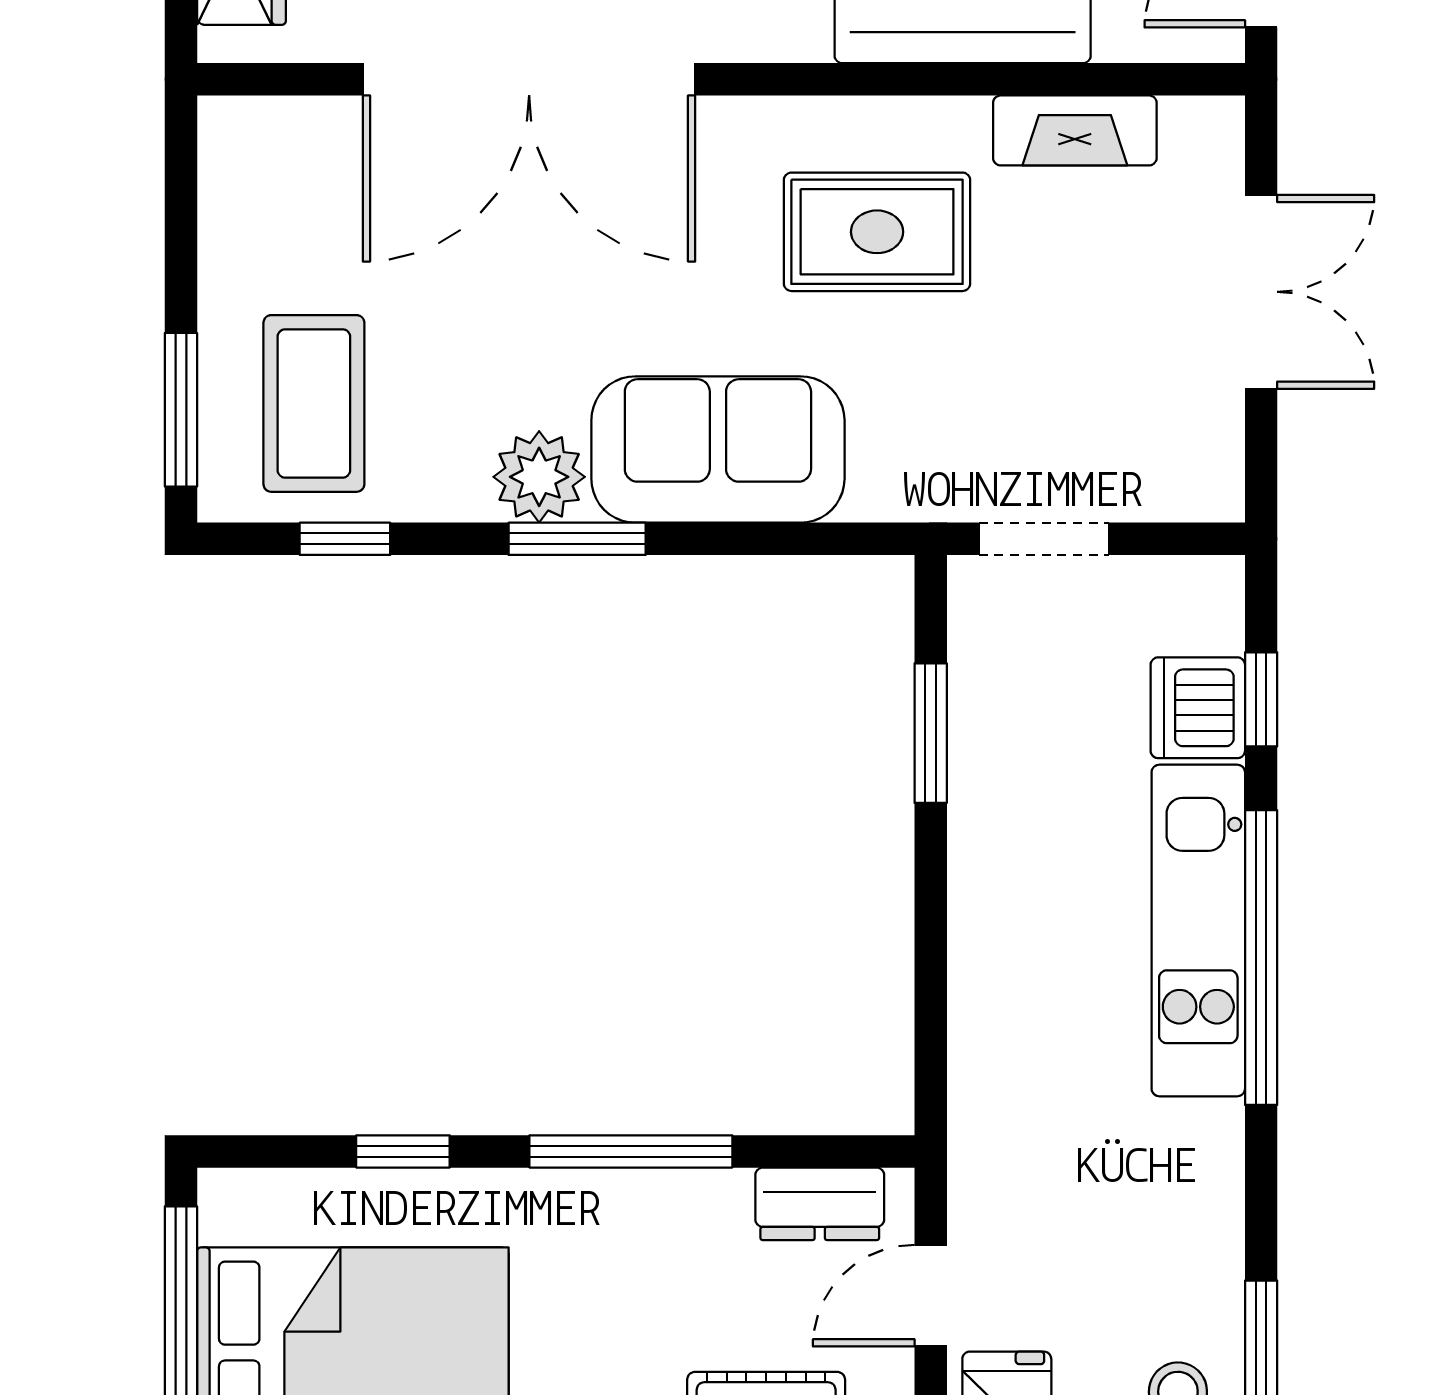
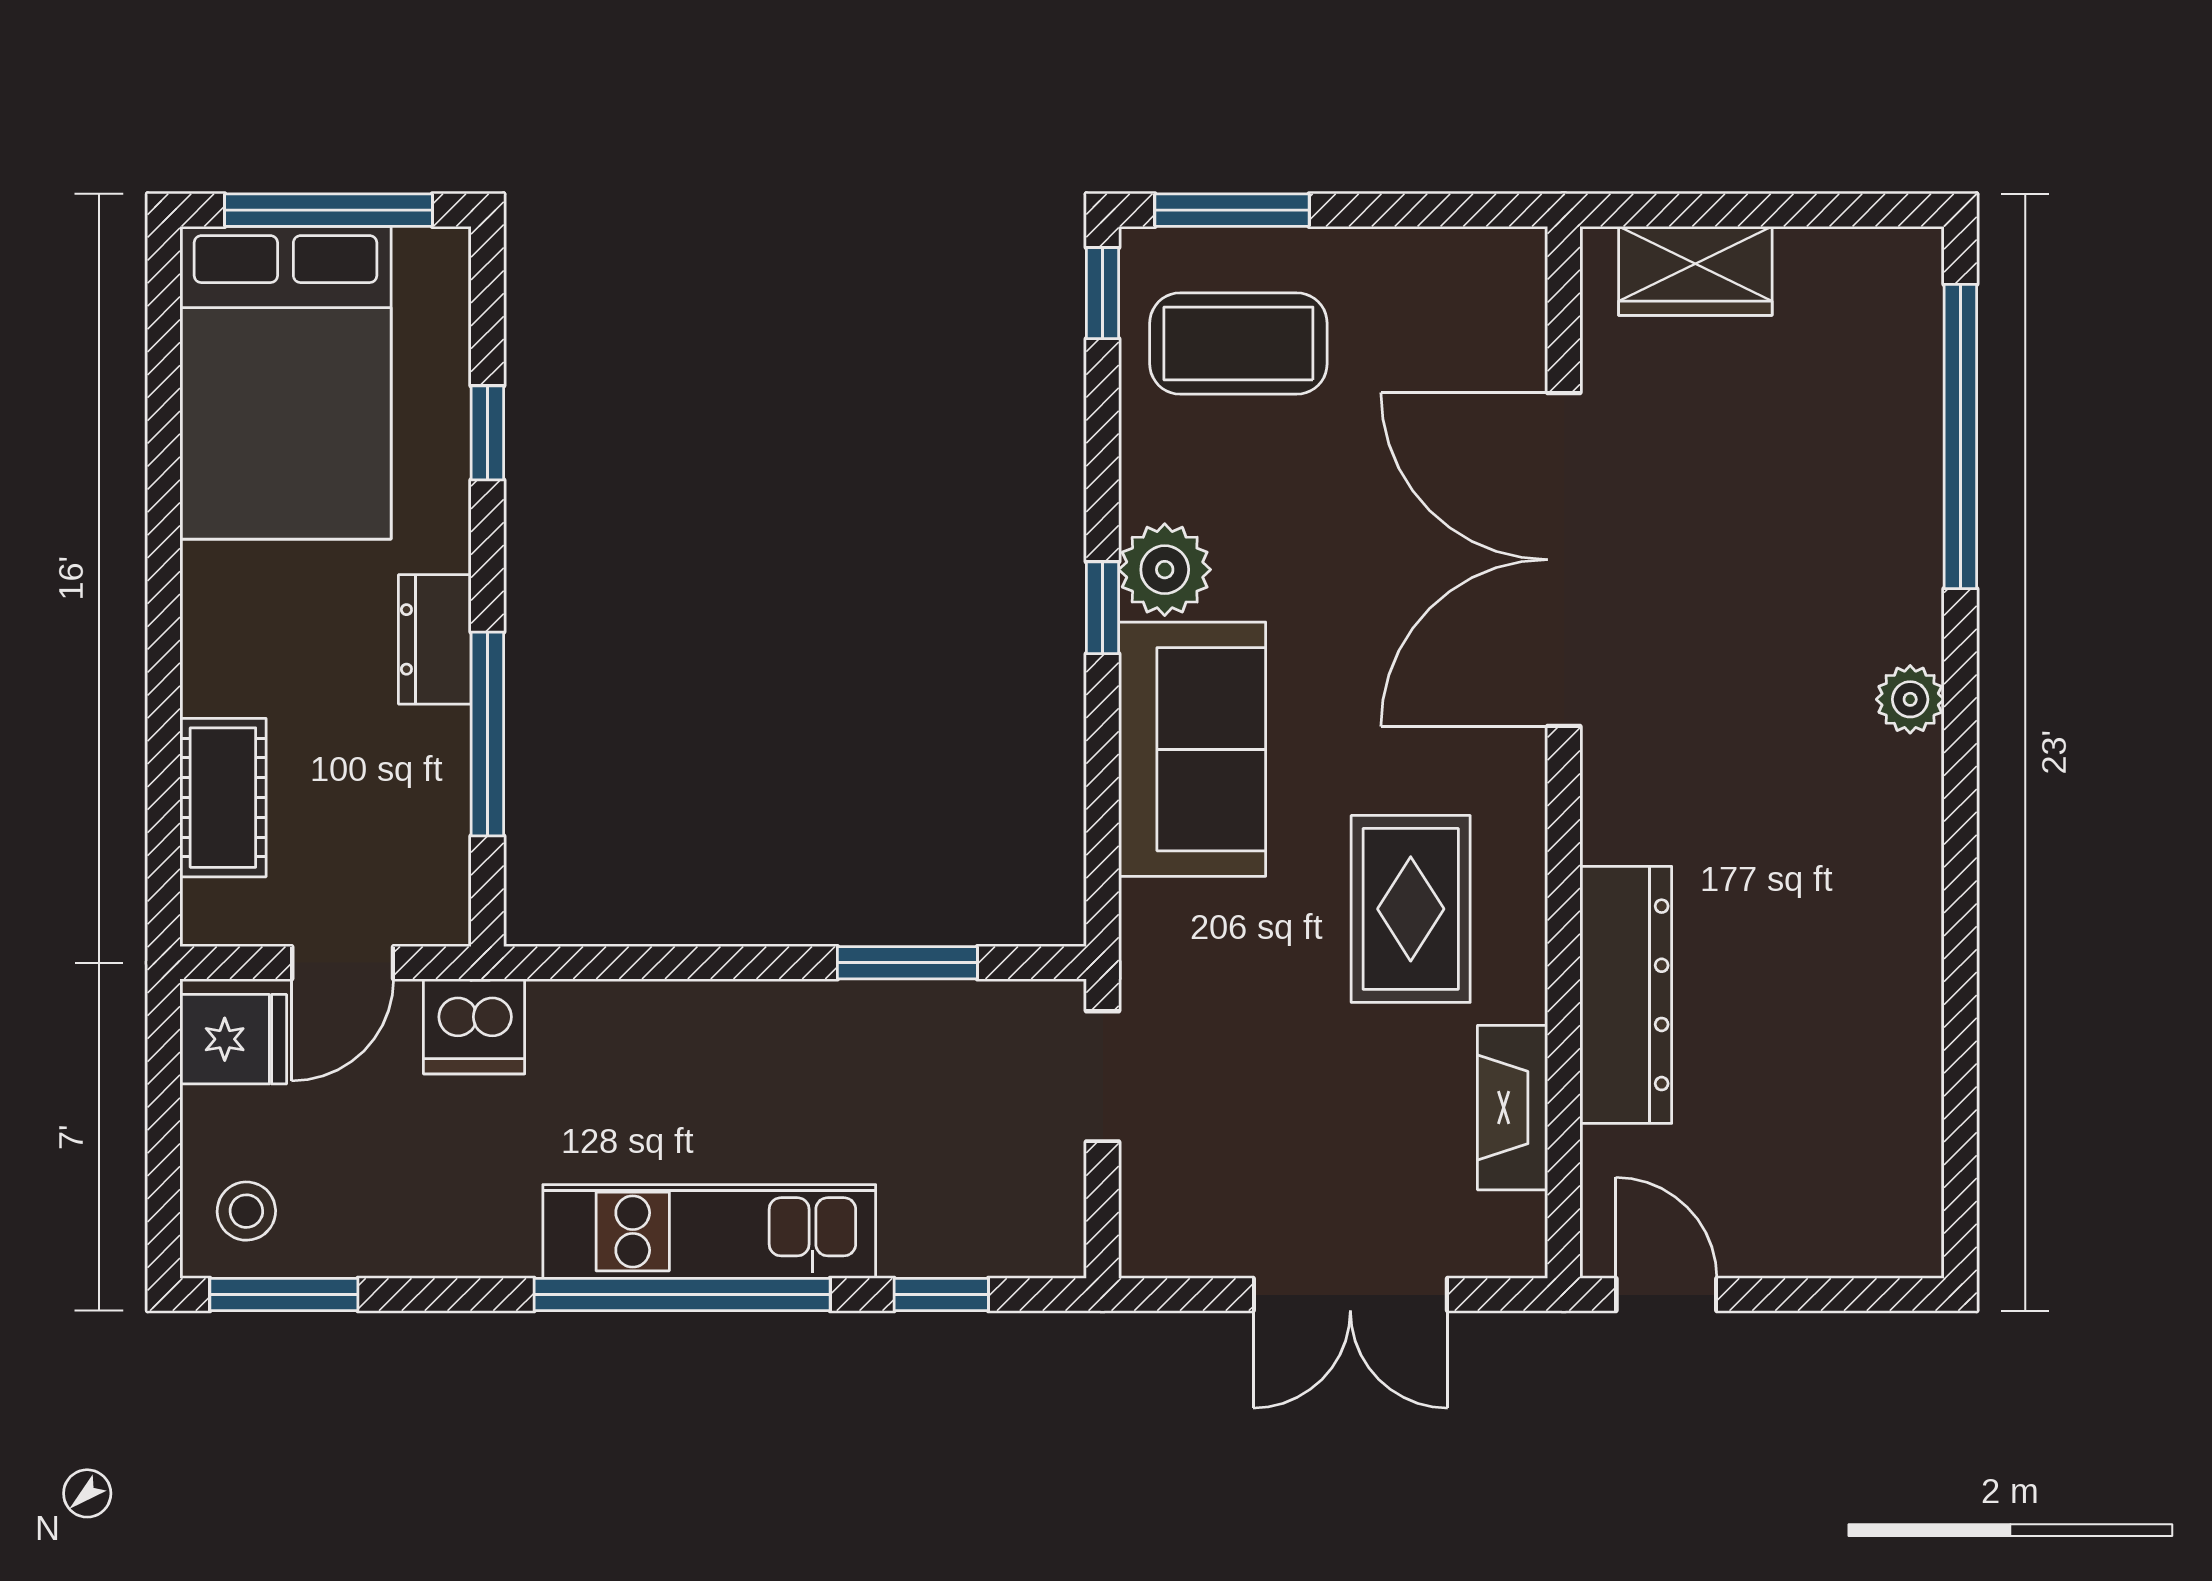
window: (345, 539) -> (1103, 293), moved
window: (577, 539) -> (1103, 608), width x0.67
dishwasher: (1198, 708) -> (474, 1026), moved, turned 180
window: (631, 1151) -> (487, 734), moved
dresser: (820, 1204) -> (435, 639), moved
door: (931, 1296) -> (343, 963), swing flipped

